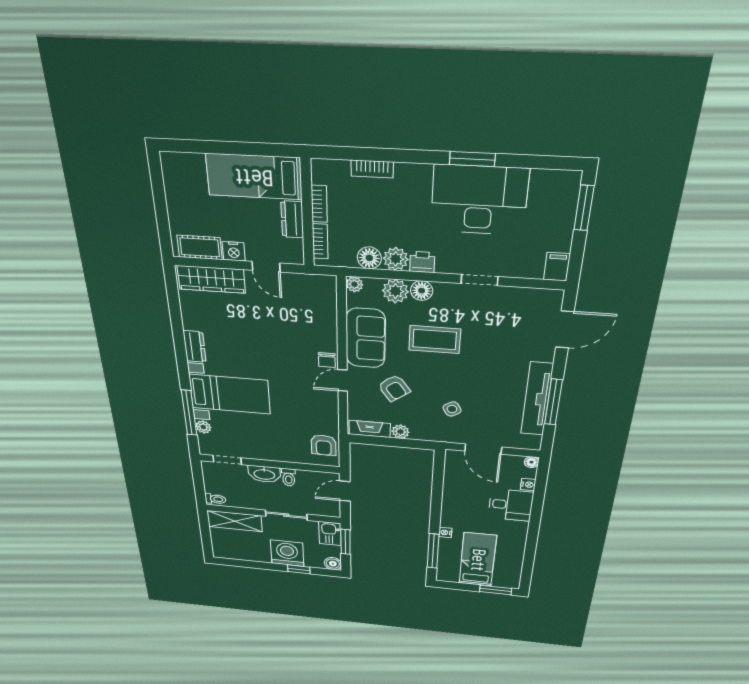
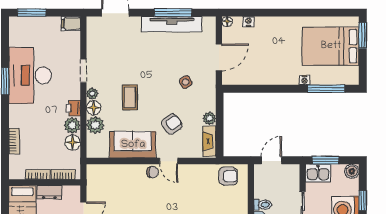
plant: (354, 284) -> (92, 94), moved
coffee table: (435, 340) -> (130, 97), width x0.73, depth x0.77
door: (345, 491) -> (271, 160), swing flipped
desk: (511, 505) -> (270, 32), removed
bed: (478, 560) -> (331, 46), width x1.50

